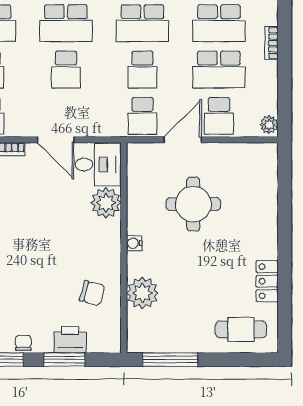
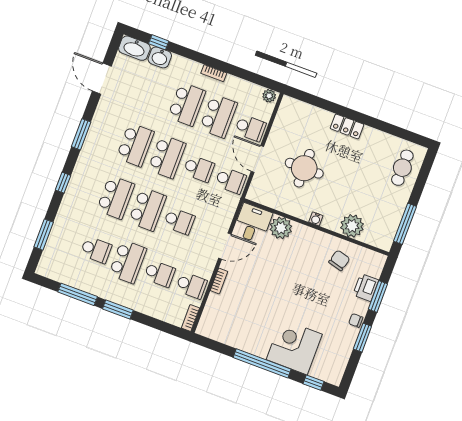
locker: (267, 281) -> (347, 126), moved

